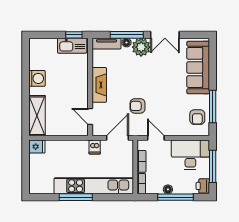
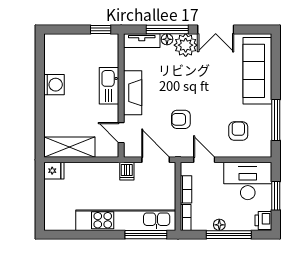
kitchen sink: (72, 46) -> (109, 86), moved, turned 90
shelving: (37, 116) -> (69, 147), moved, turned 90
armchair: (197, 117) -> (238, 131), moved, turned 180
door: (117, 138) -> (156, 160), hinge flipped
window: (213, 166) -> (276, 196), width x0.69
window: (76, 197) -> (146, 235), moved

